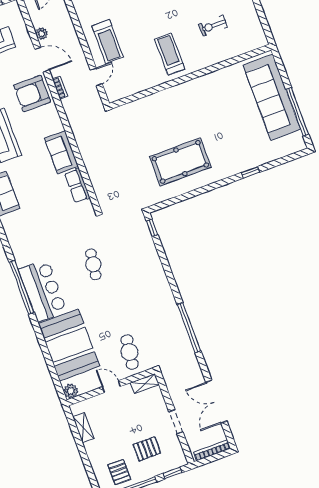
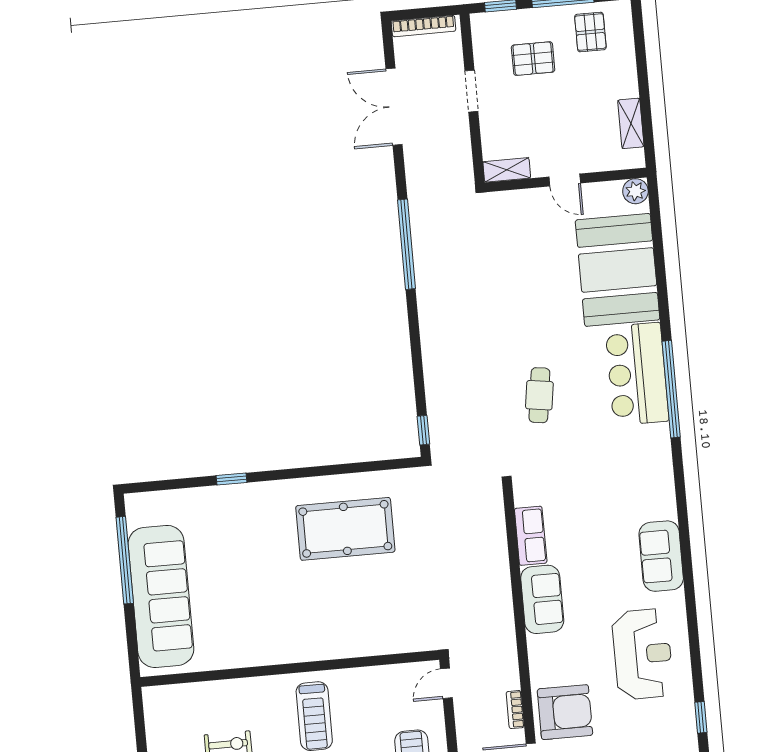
door: (96, 77) -> (446, 683), moved
cafe table: (130, 352) -> (518, 230), removed
double door: (216, 402) -> (394, 107), swing flipped

